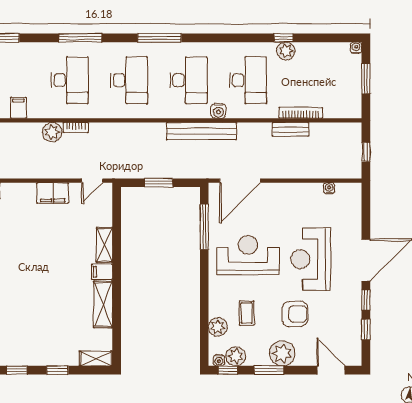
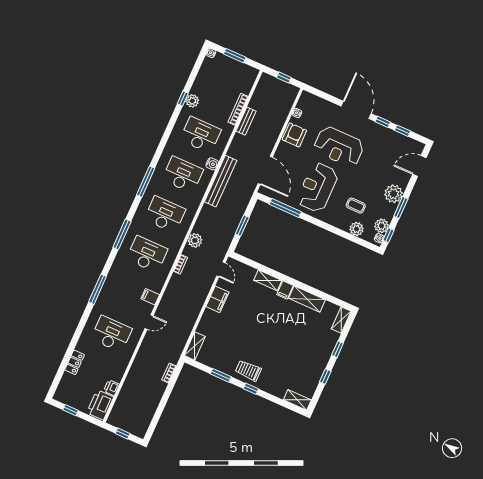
plant: (52, 132) -> (195, 240), moved
armchair: (295, 314) -> (294, 135), moved

